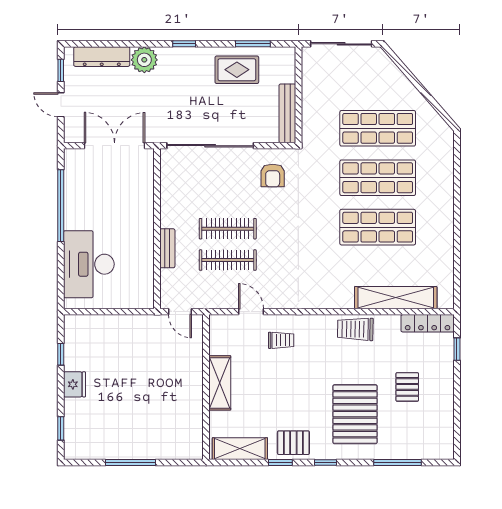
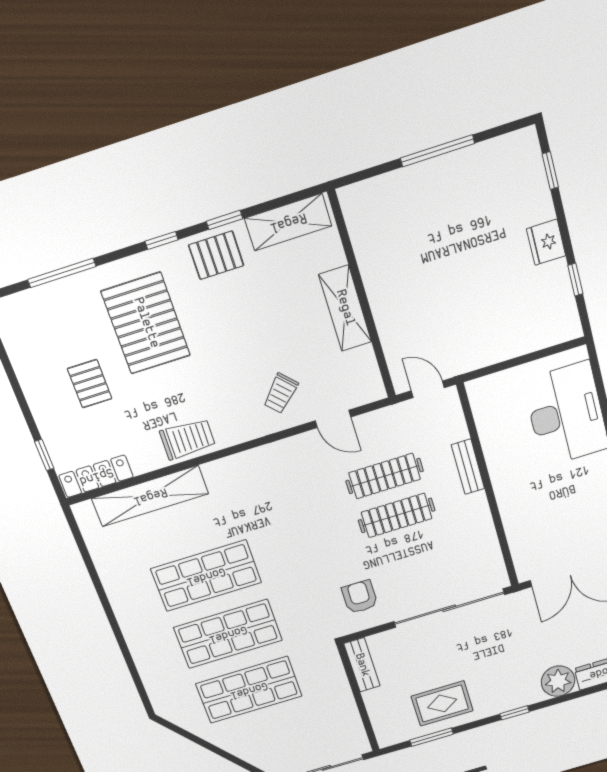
bench: (287, 113) -> (362, 665), width x0.73
trolley: (281, 340) -> (281, 393), turned -45

